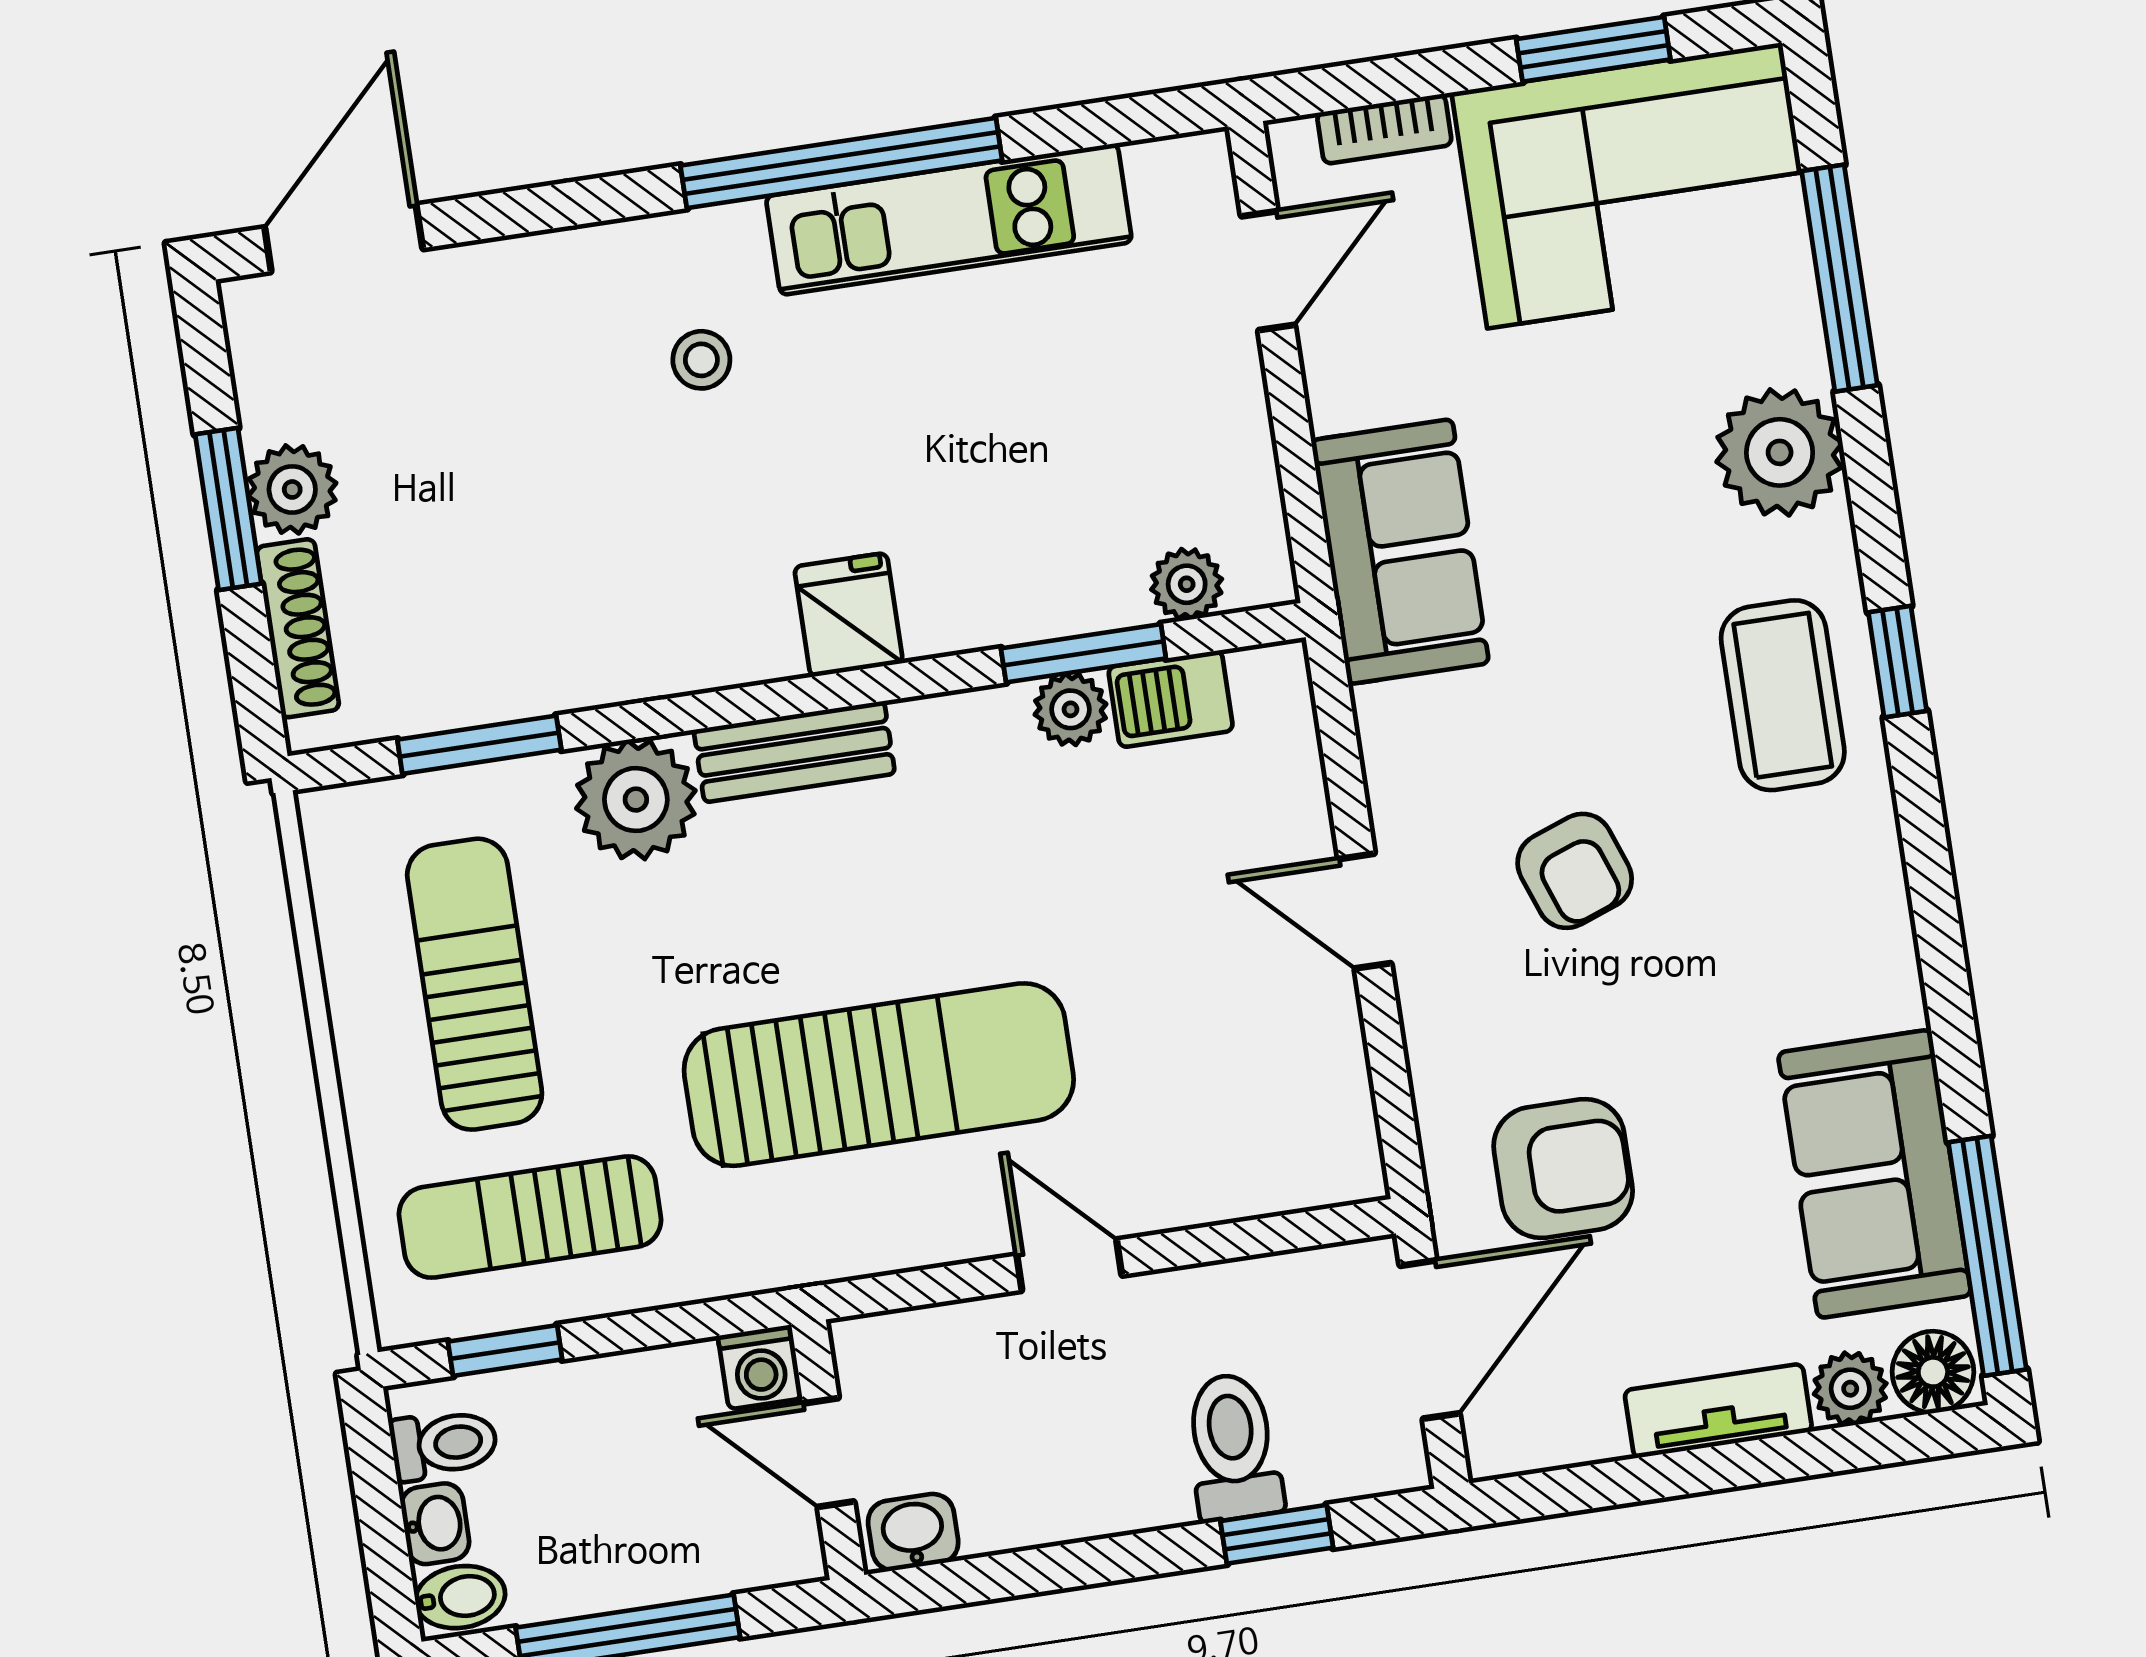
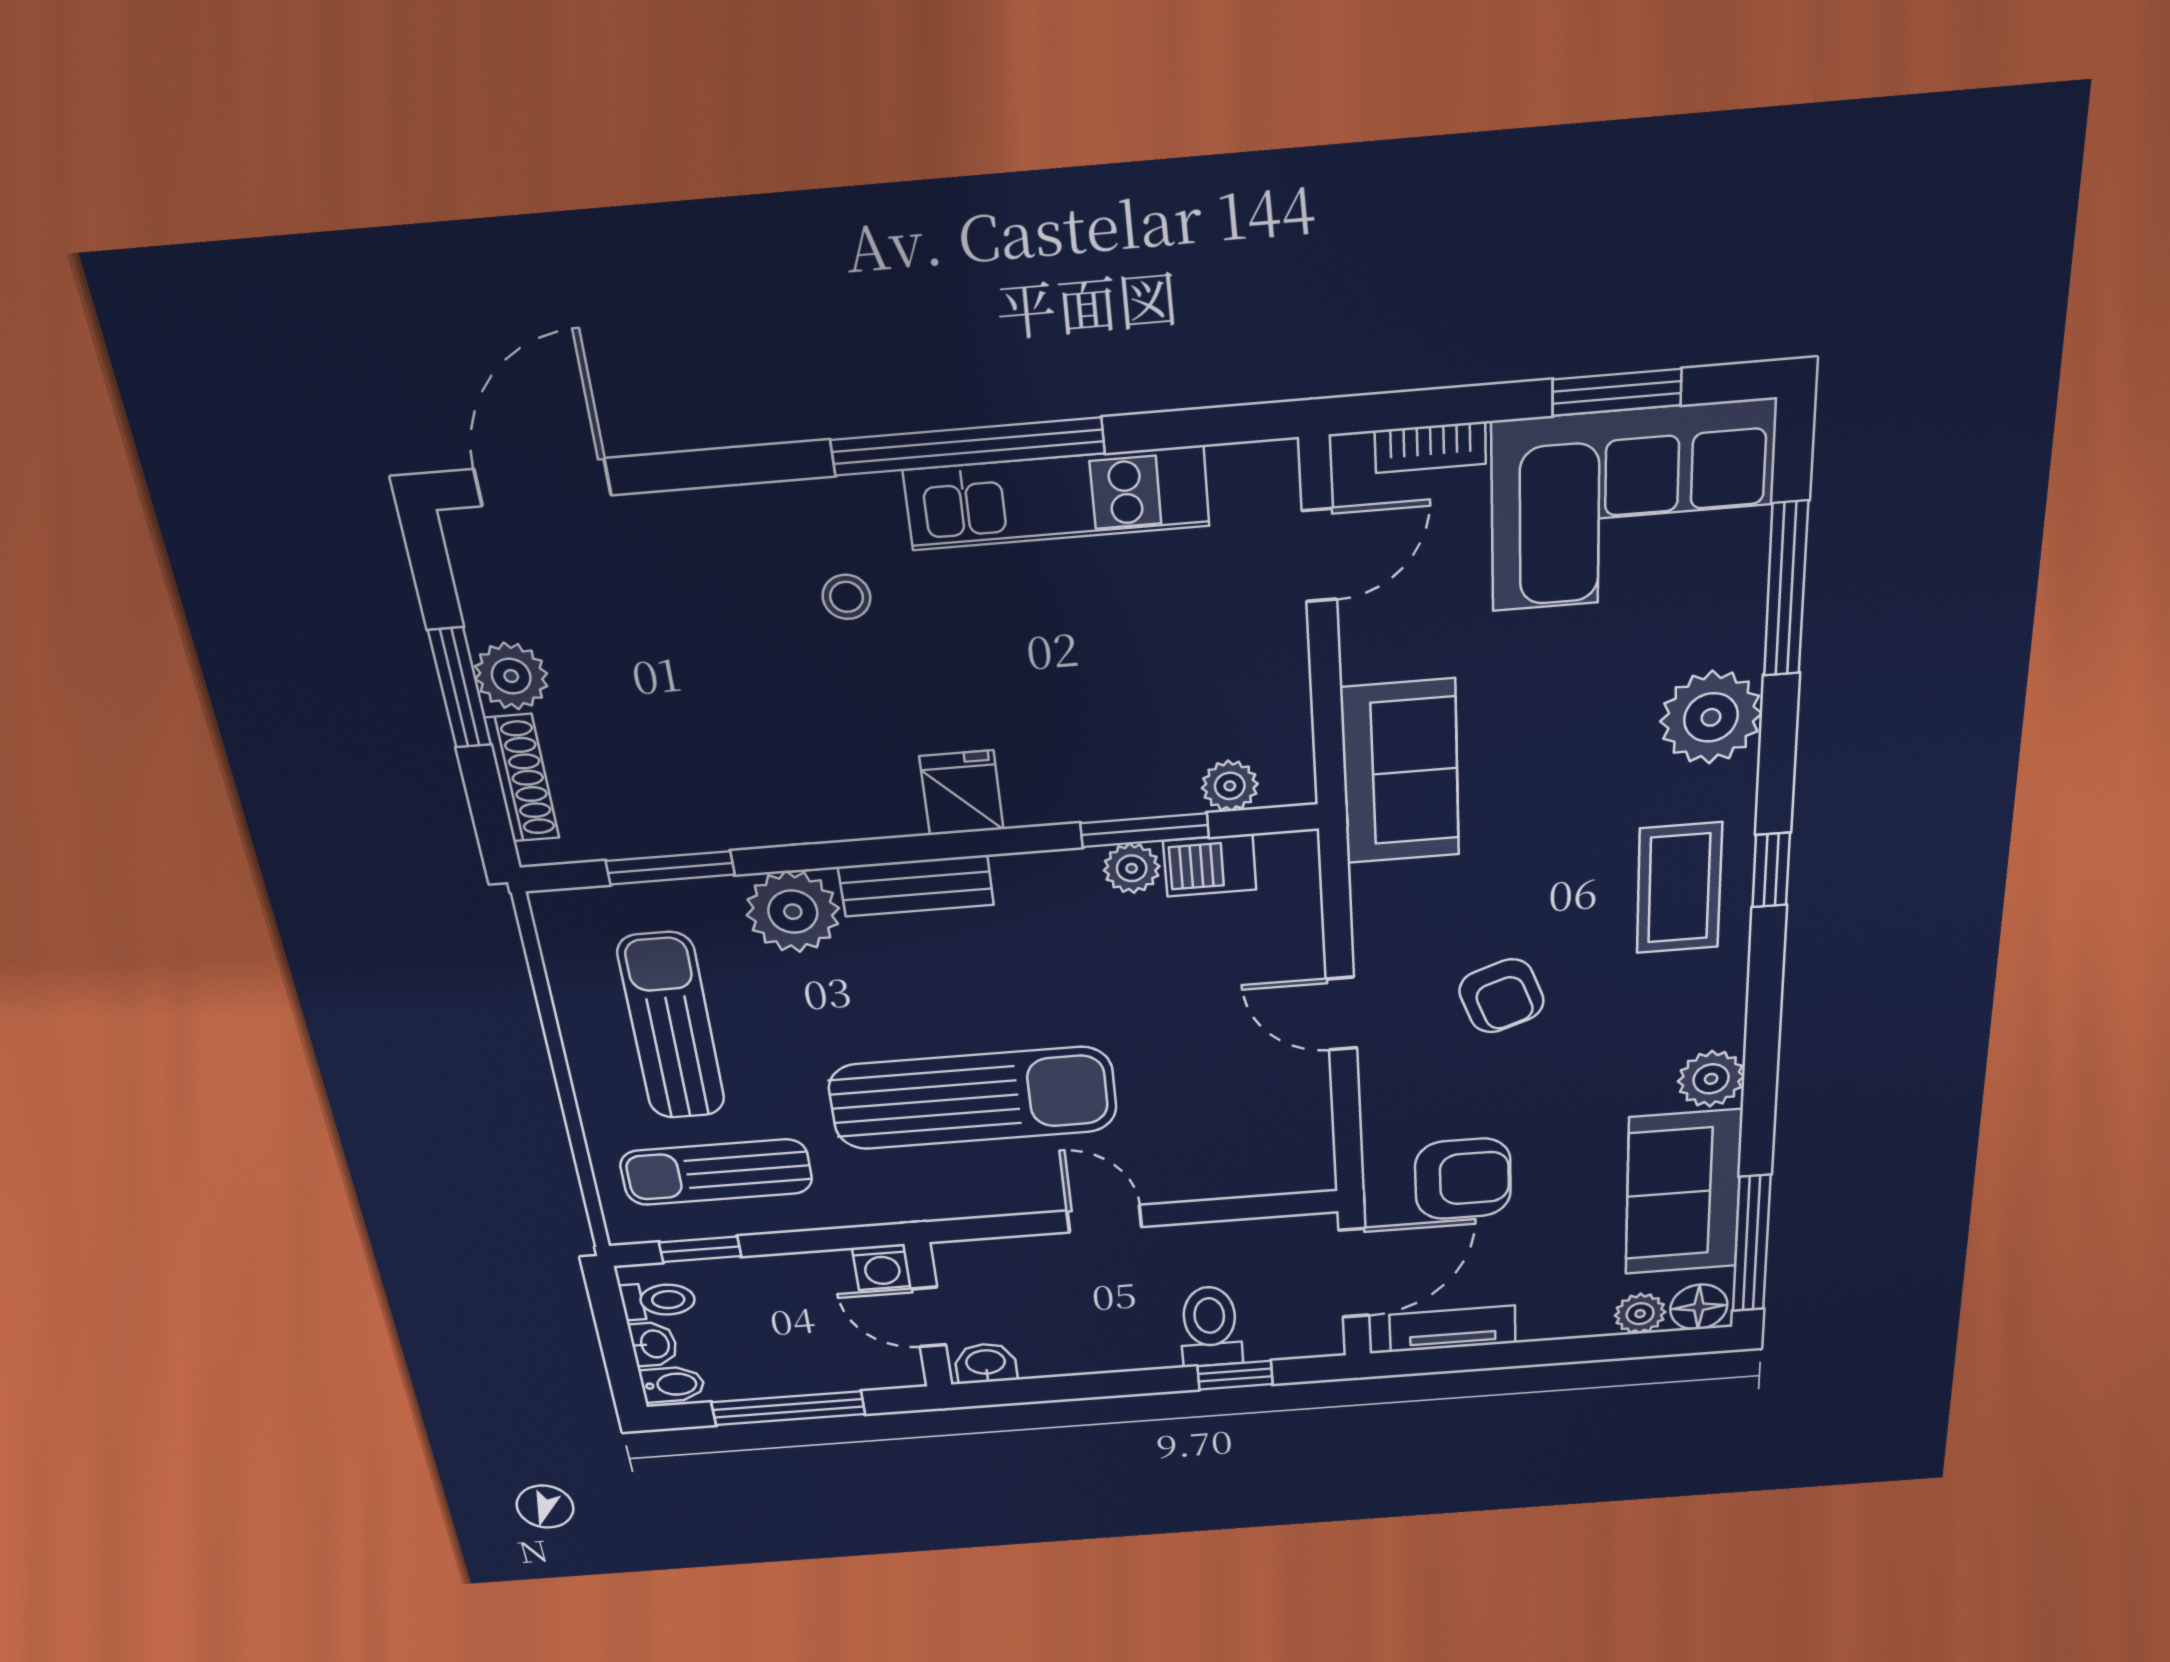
plant: (1879, 984) -> (1711, 1079), added
tv unit: (1718, 1411) -> (1453, 1329), moved

